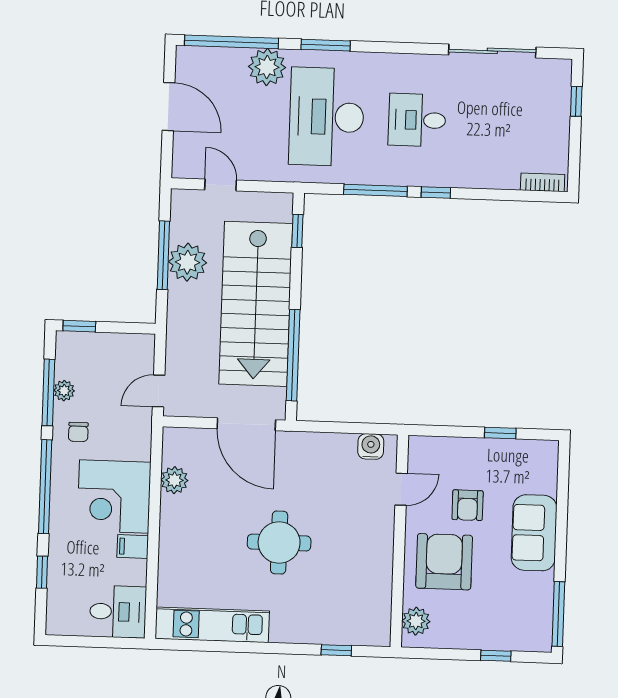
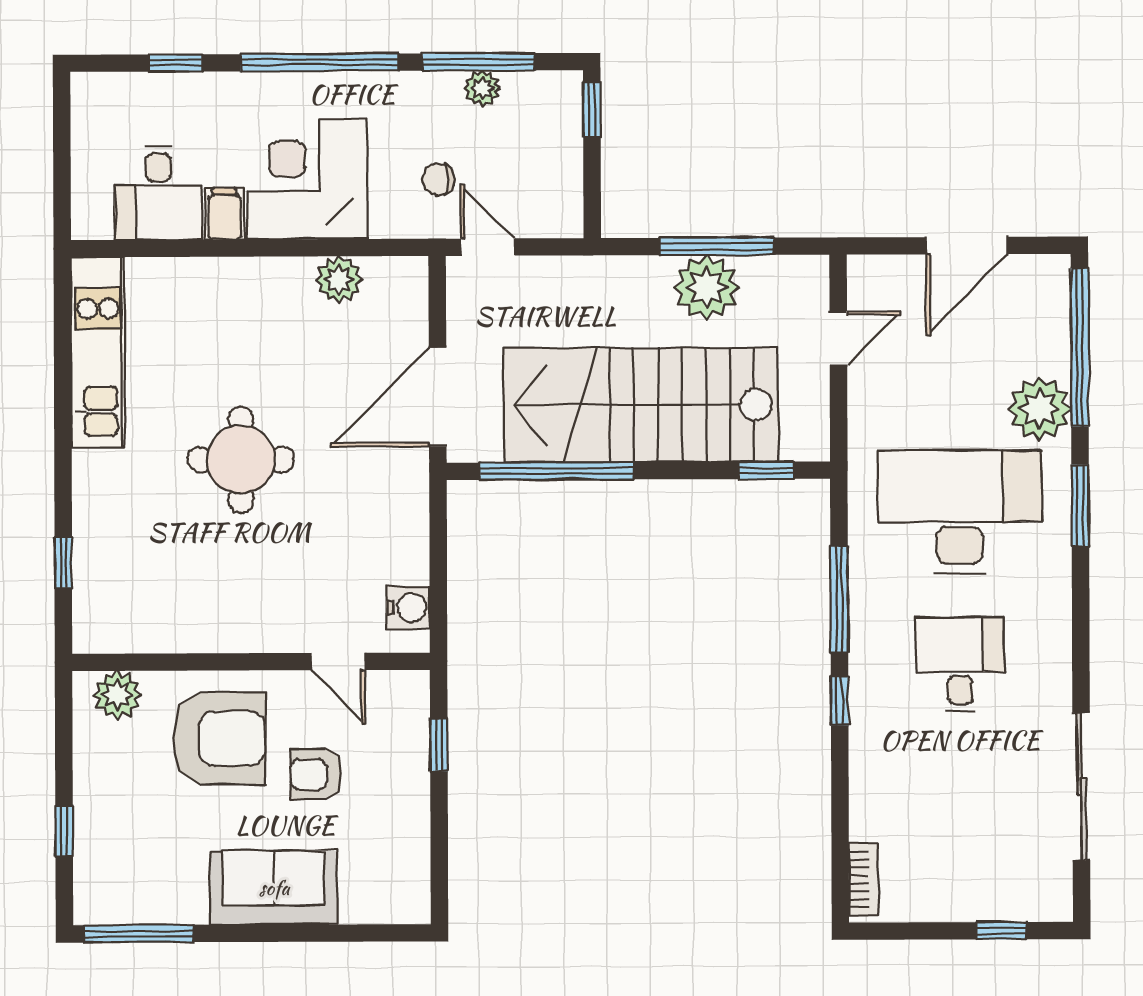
chair: (78, 432) -> (438, 179), moved
window: (500, 433) -> (439, 745), moved
desk: (118, 612) -> (158, 193), moved

